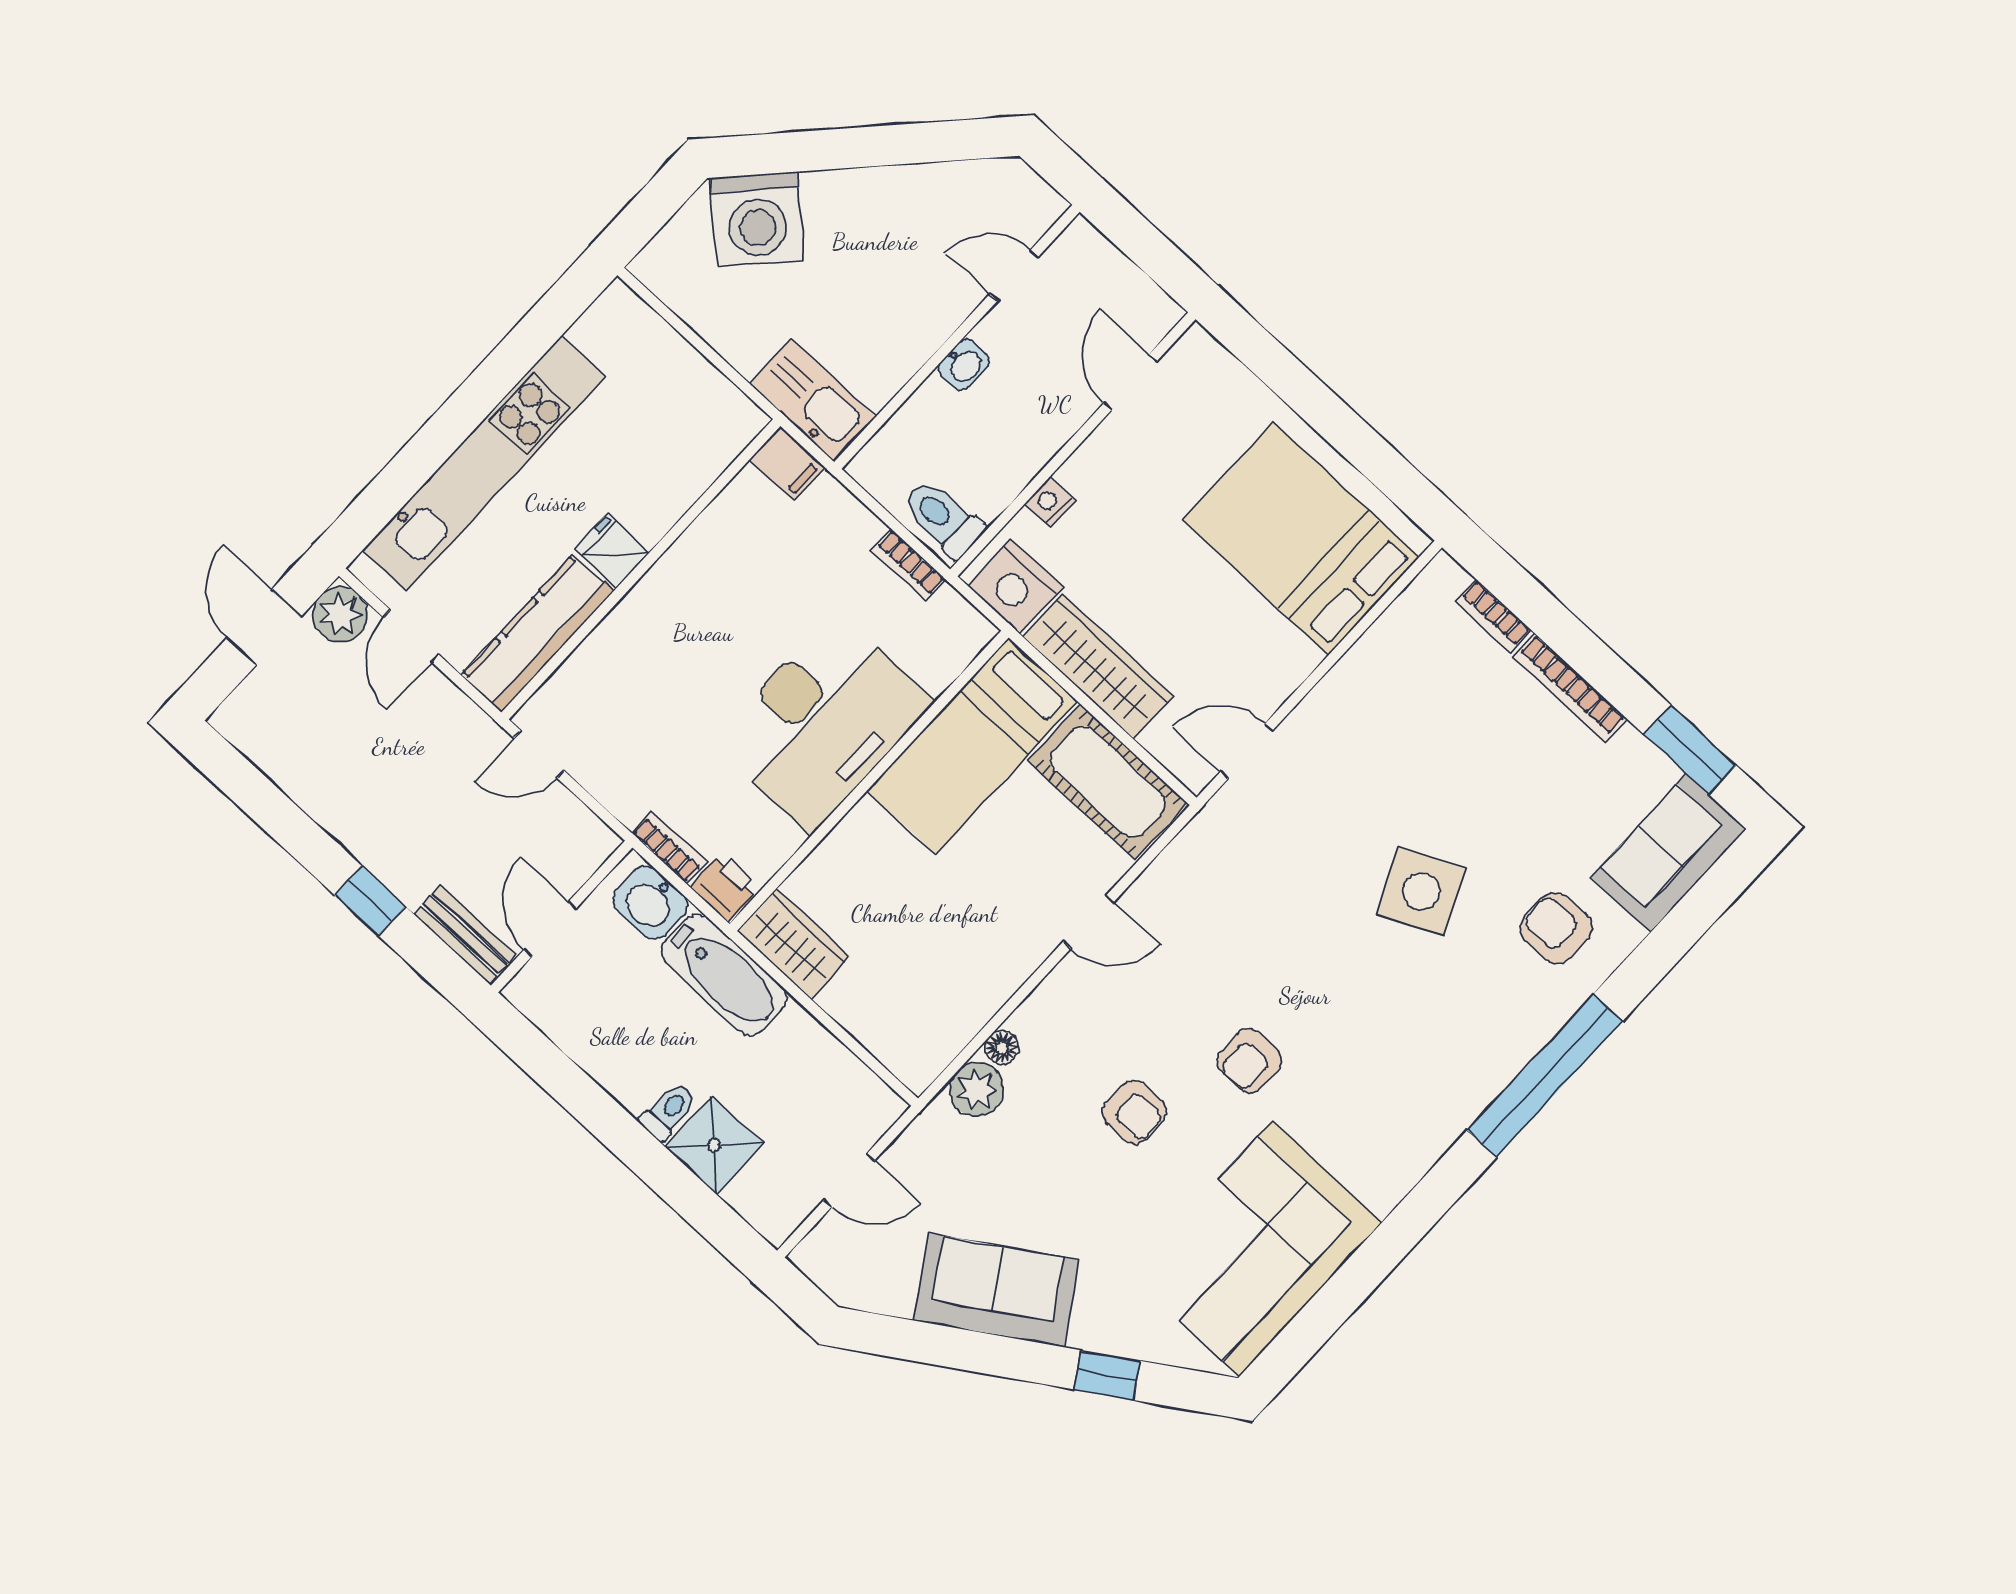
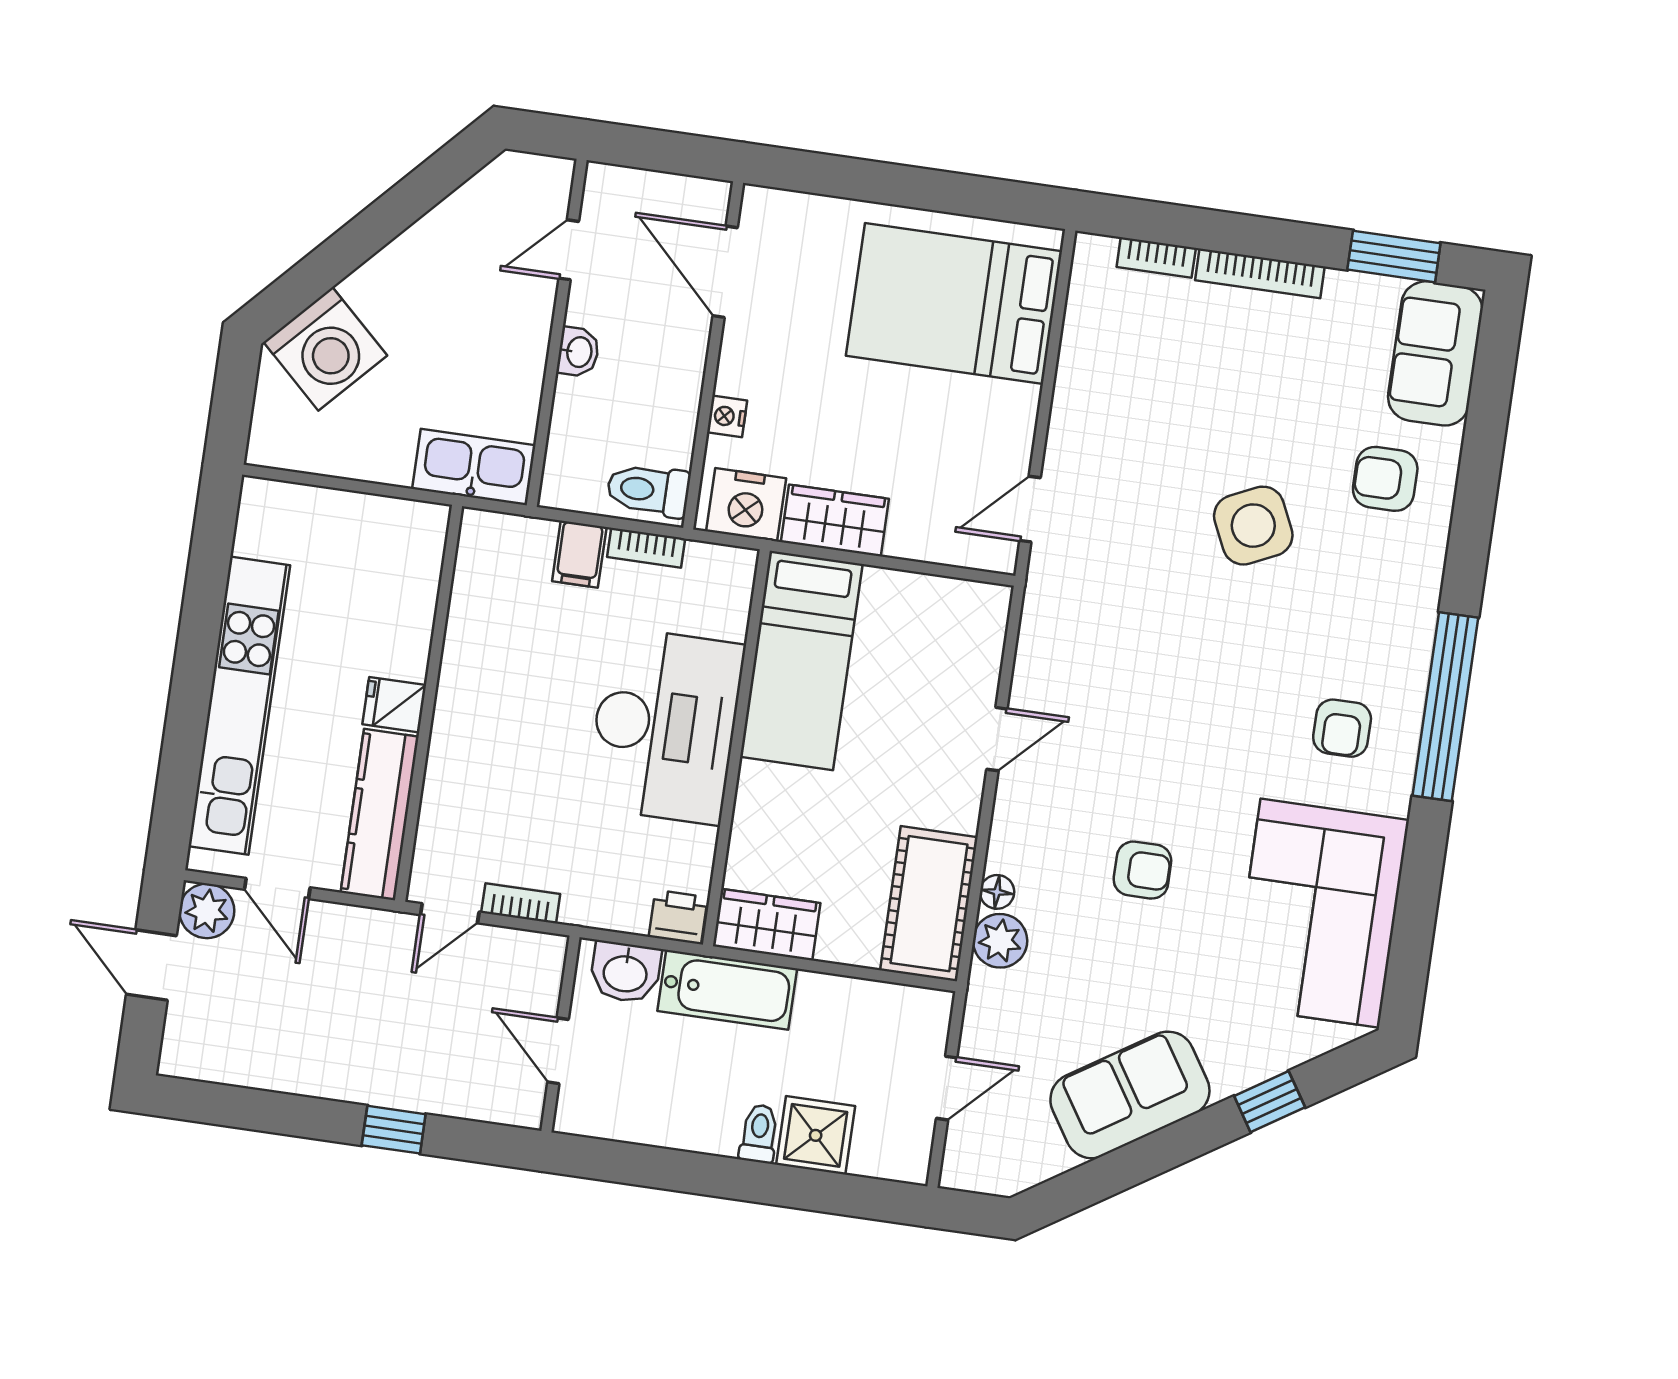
door: (1130, 382) -> (725, 272), width x1.37
filing cabinet: (787, 464) -> (579, 554), moved, turned 90
wardrobe: (1098, 667) -> (835, 520), width x0.67
cot: (1108, 782) -> (929, 904), moved, turned 90
bookcase: (669, 848) -> (521, 903), moved
bench: (465, 935) -> (491, 1104), removed
armchair: (1250, 1061) -> (1342, 728), moved
window: (1545, 1076) -> (1445, 707), moved

